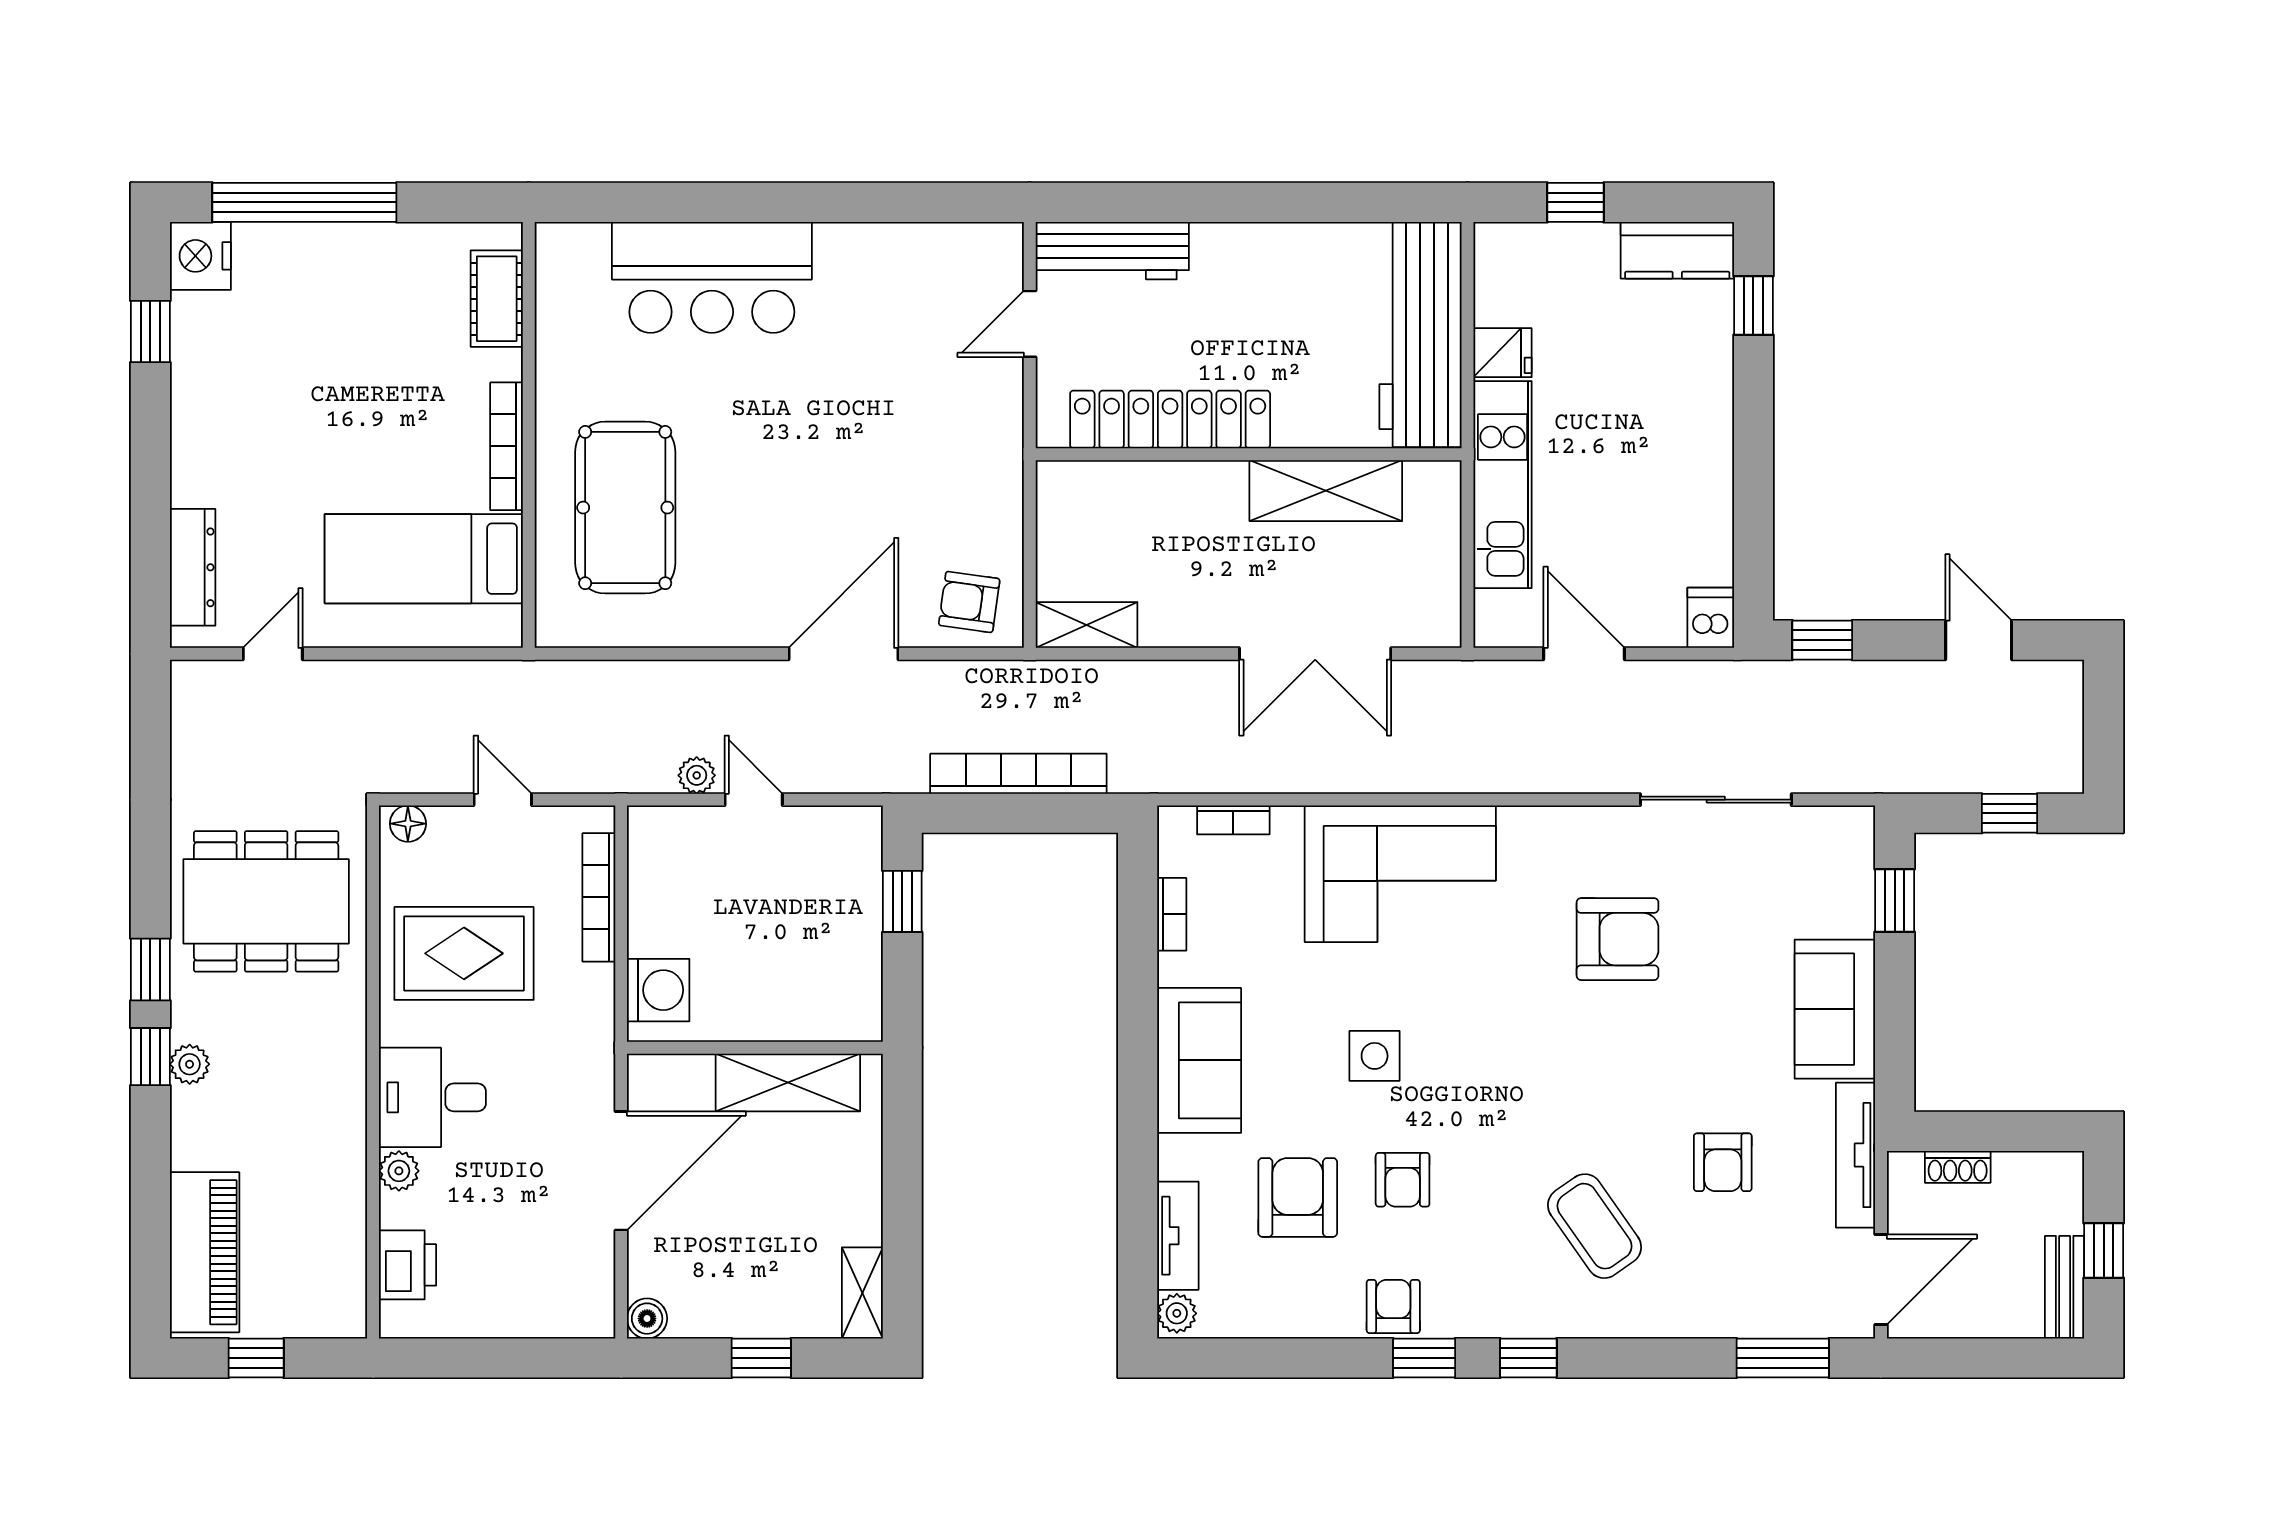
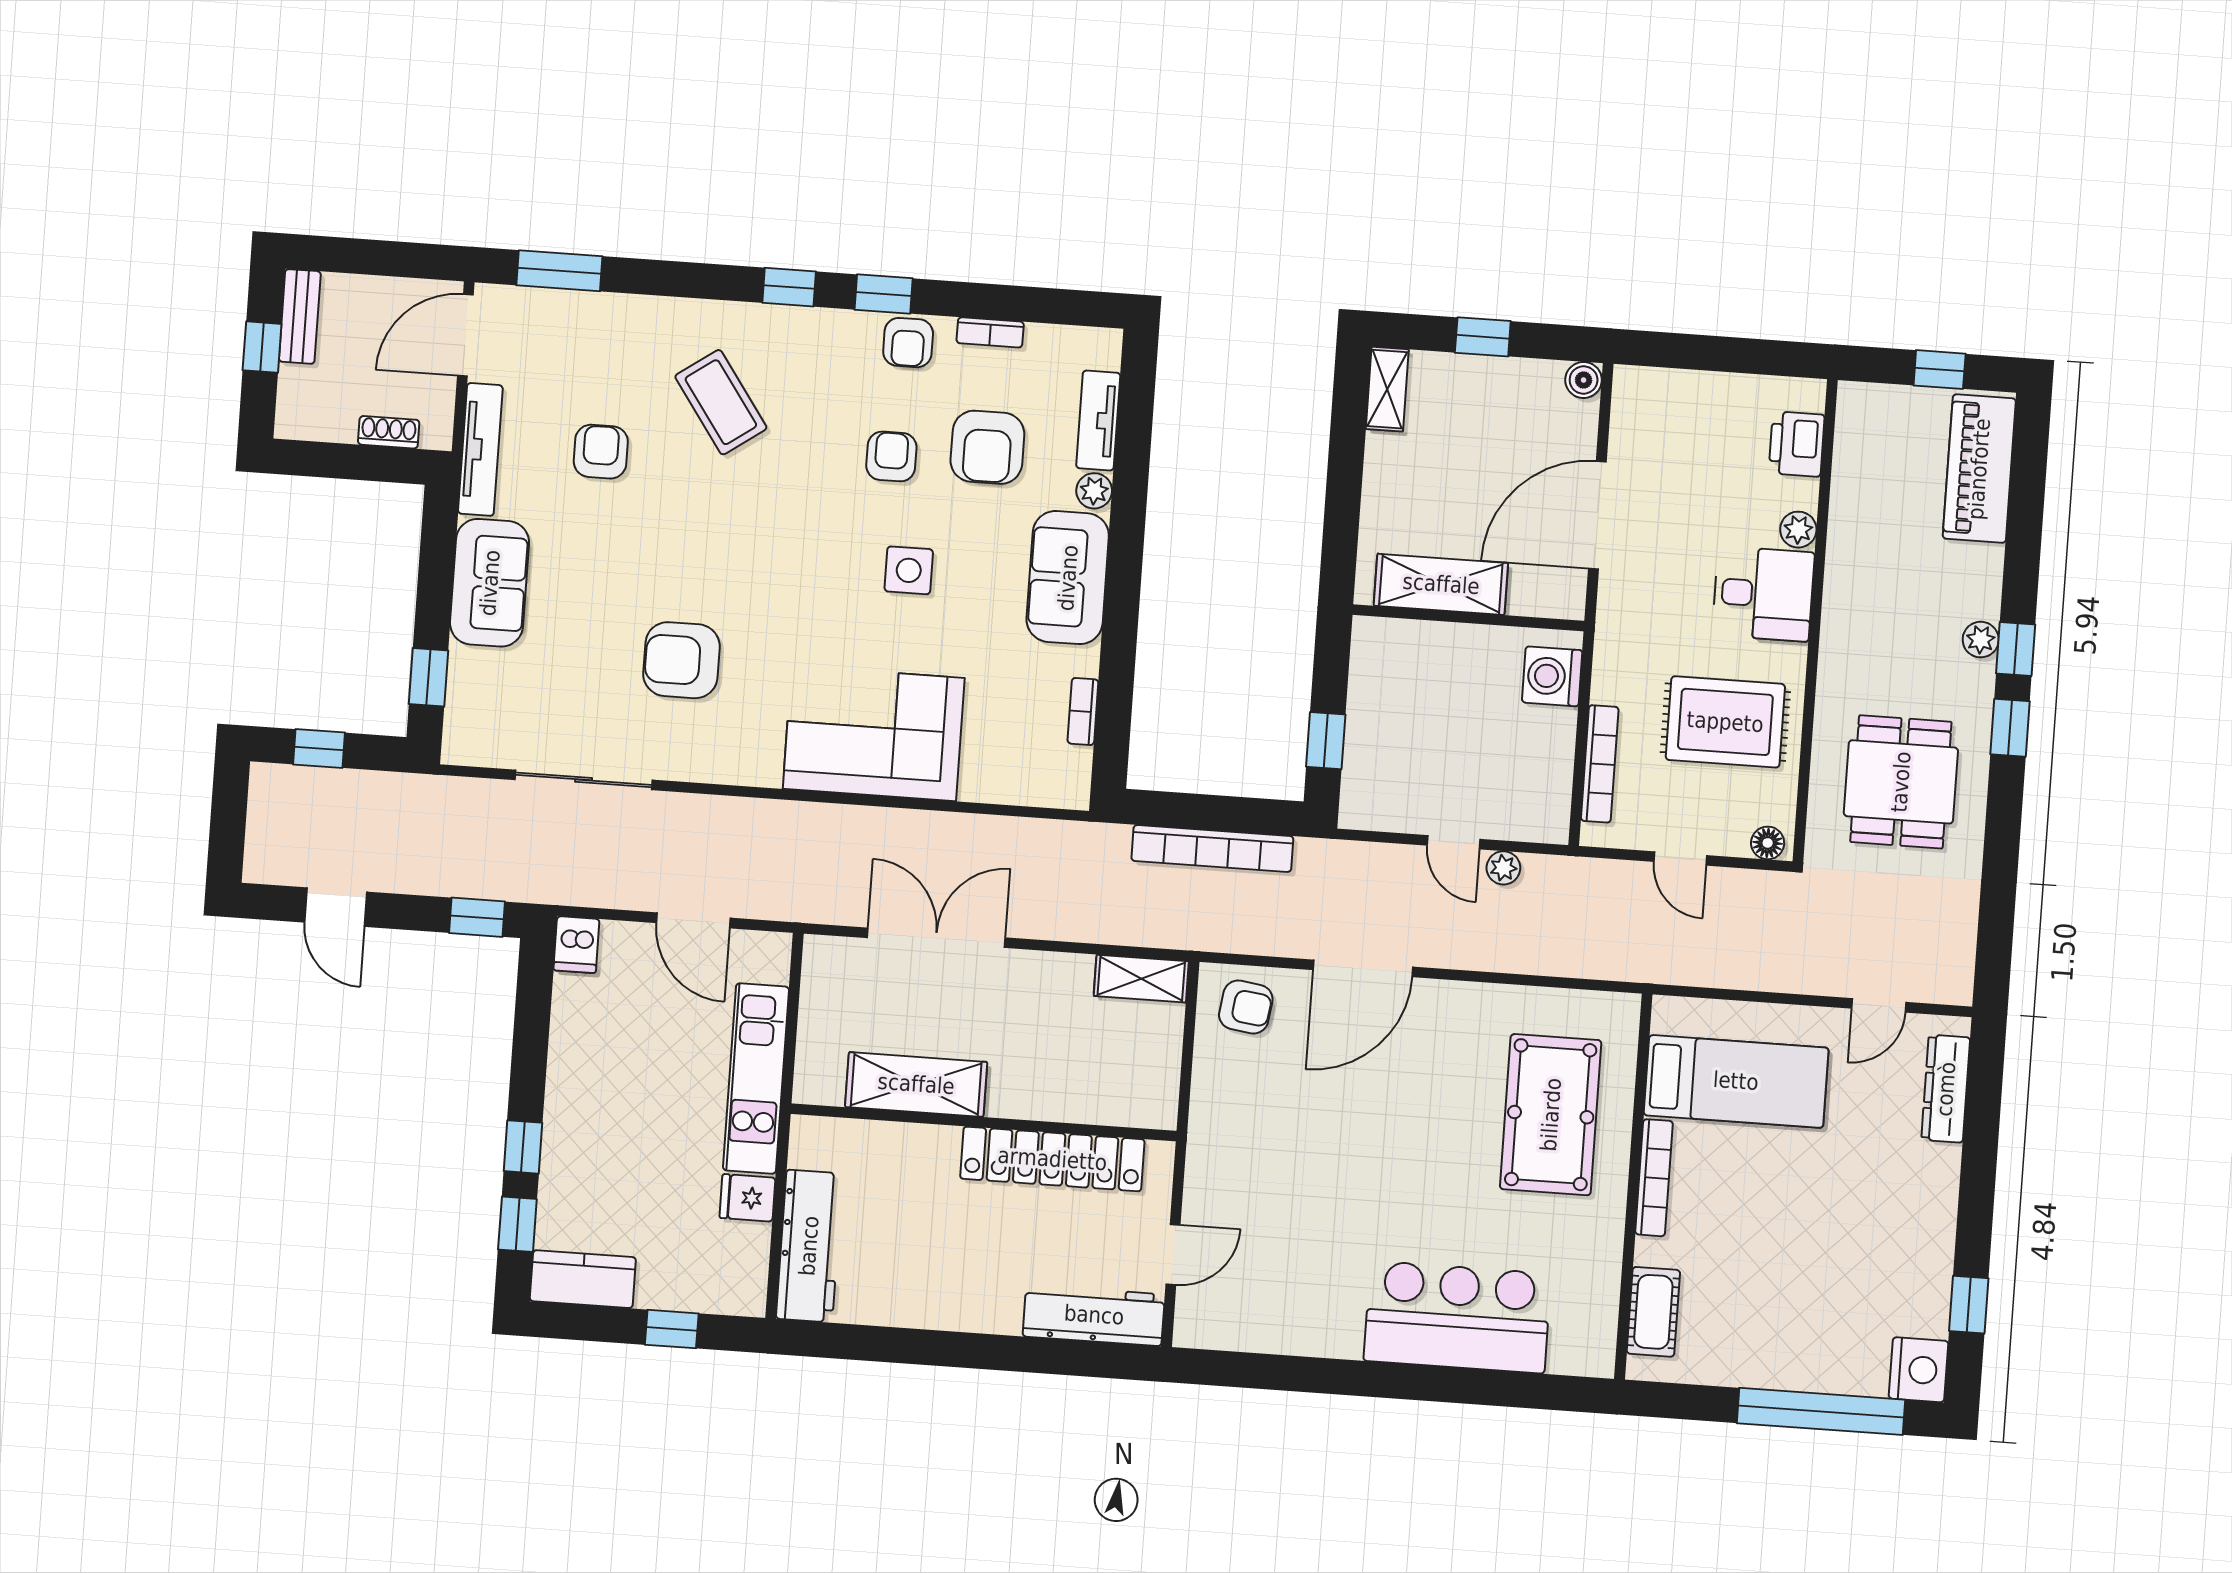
workbench: (1421, 335) -> (809, 1246), width x0.73, depth x0.76
window: (1753, 391) -> (523, 1147), added
bookcase: (1233, 820) -> (990, 332), moved, turned 180
dining table: (266, 901) -> (1901, 782), width x0.73
plant: (1177, 1313) -> (1094, 491), moved

